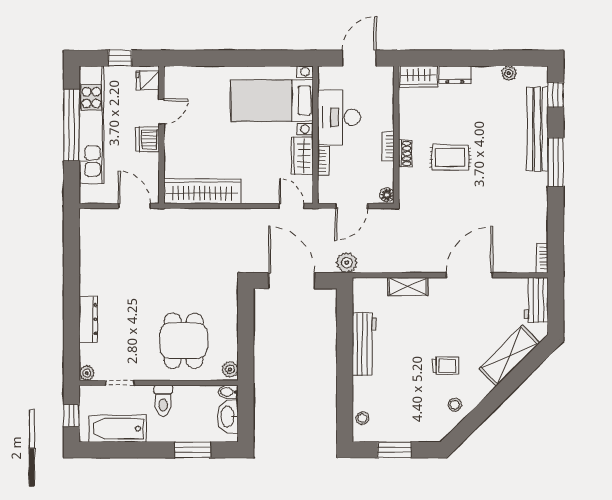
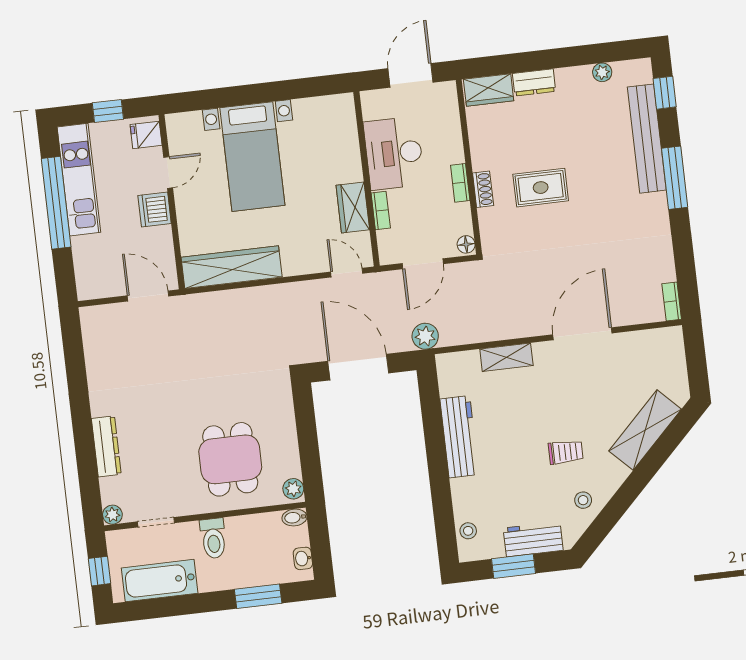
bed with nightstands: (272, 101) -> (252, 157), moved, turned -90
kitchen unit: (91, 125) -> (79, 180), width x0.73
workbench: (536, 300) -> (533, 539), moved, turned 90
washbasin: (228, 417) -> (303, 558), width x0.52, depth x0.69

